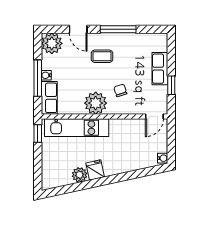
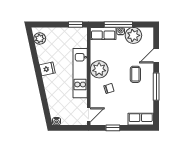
plant: (52, 43) -> (133, 35), moved
row of seats: (160, 69) -> (141, 119), moved
door: (154, 116) -> (89, 115), swing flipped
kitchen unit: (77, 128) -> (80, 73), moved
plant: (79, 175) -> (40, 39), moved

